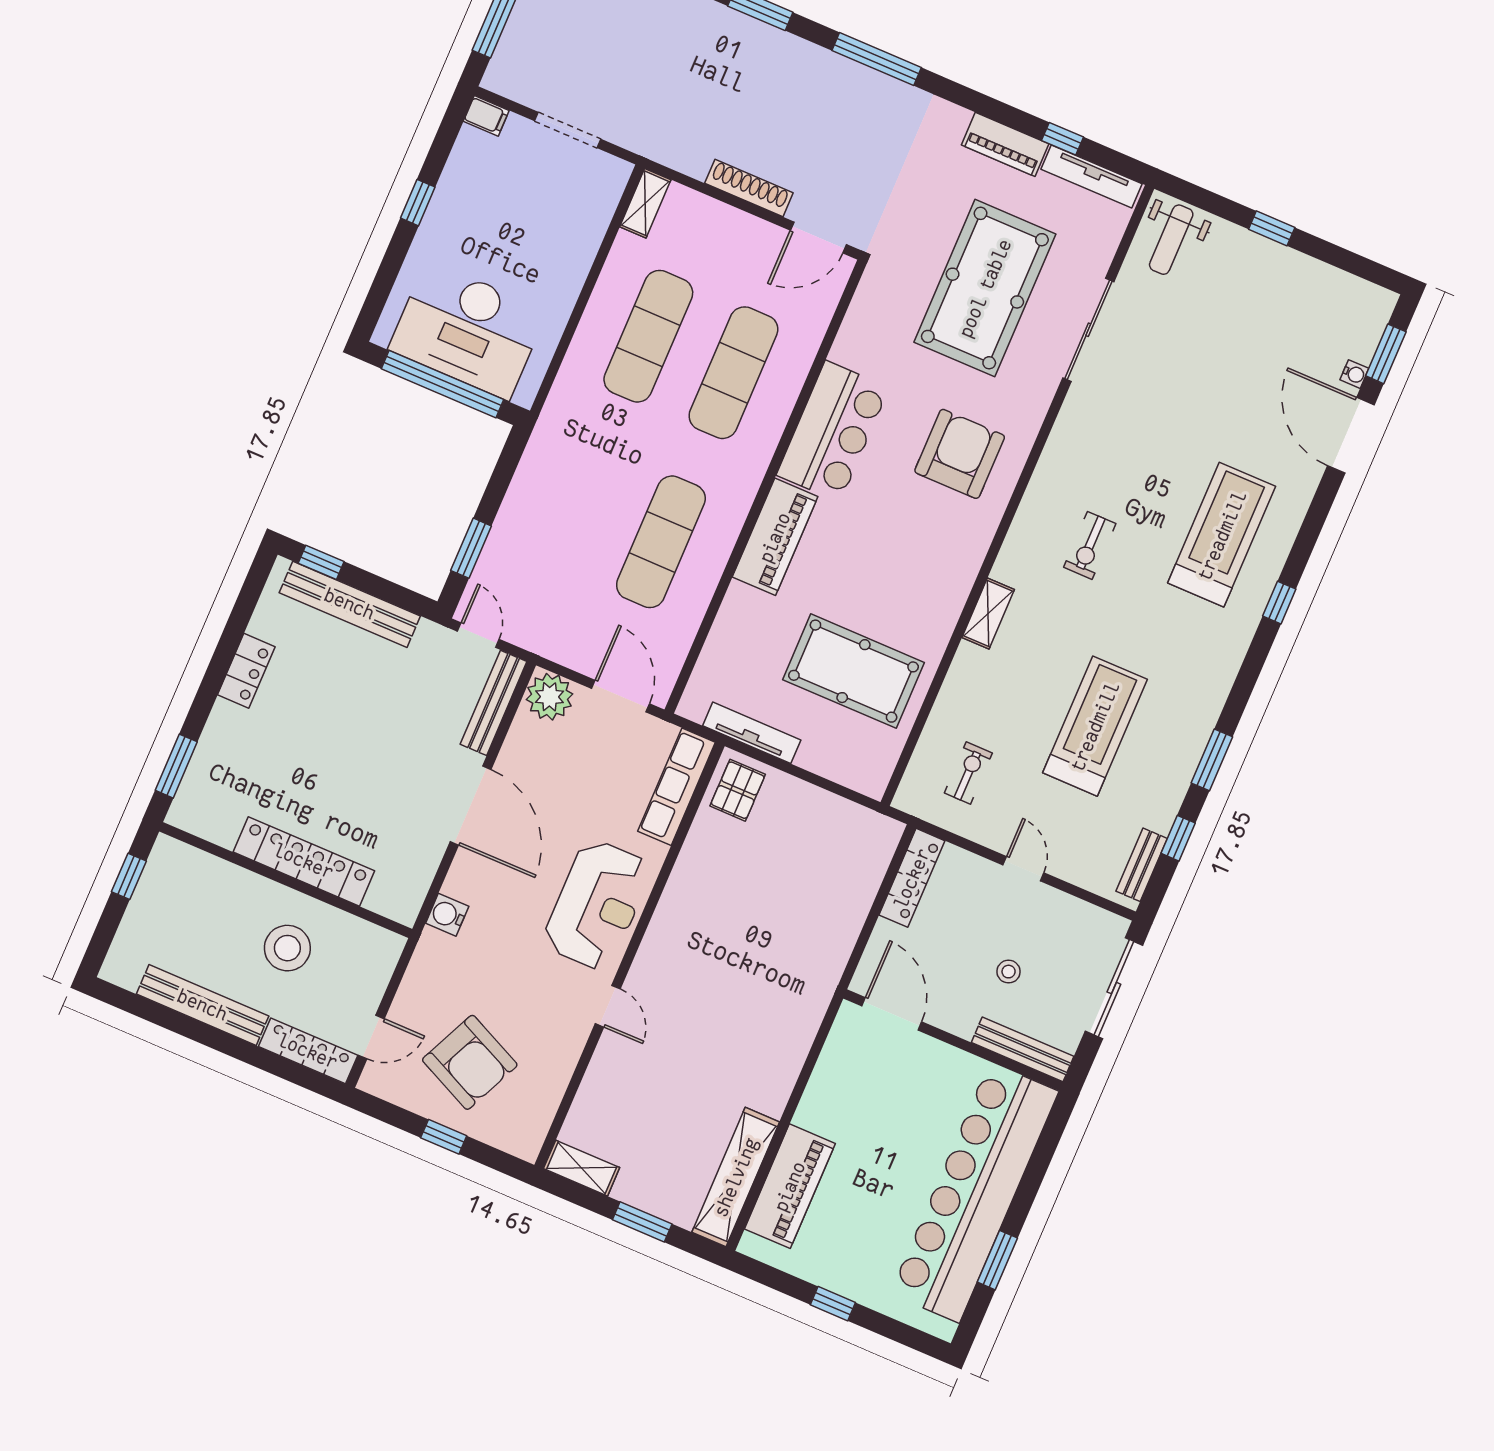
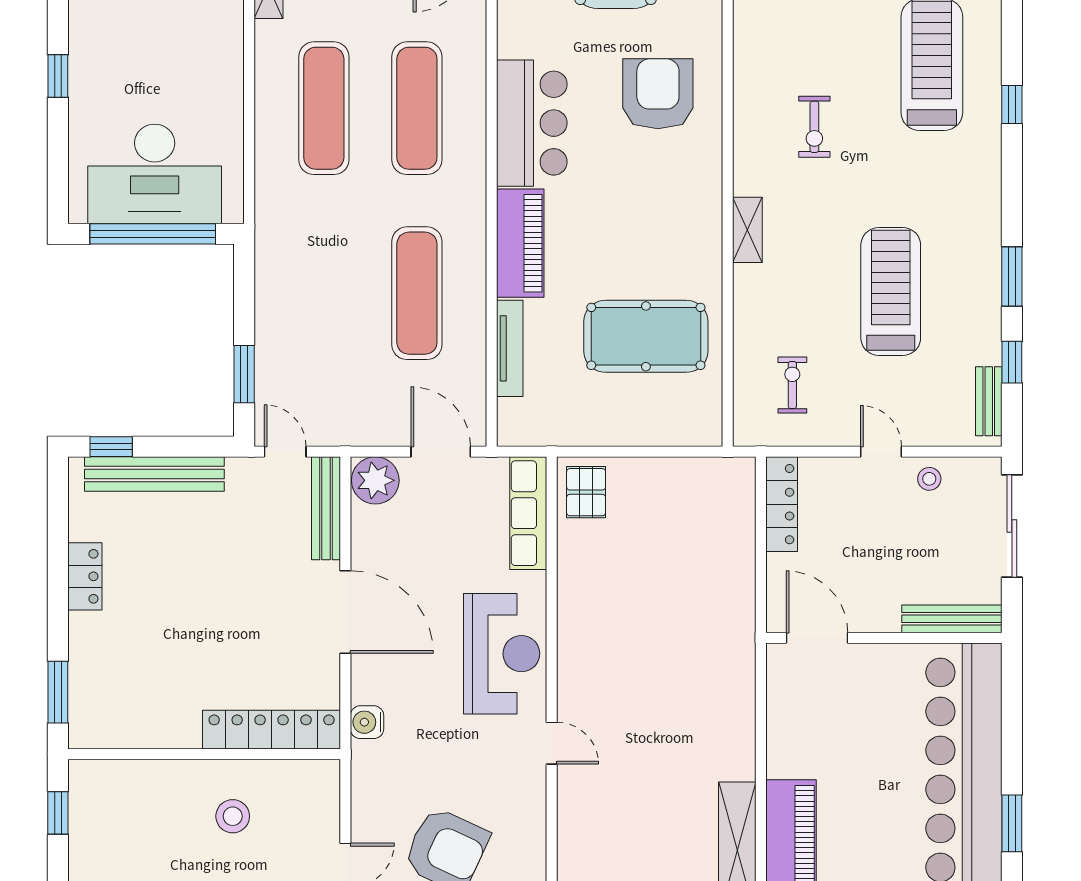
tv unit: (752, 733) -> (510, 348), moved, turned 90
locker: (304, 861) -> (272, 730), moved
stool: (287, 948) -> (233, 816), width x0.73, depth x0.73
stool: (1009, 972) -> (929, 479), moved

